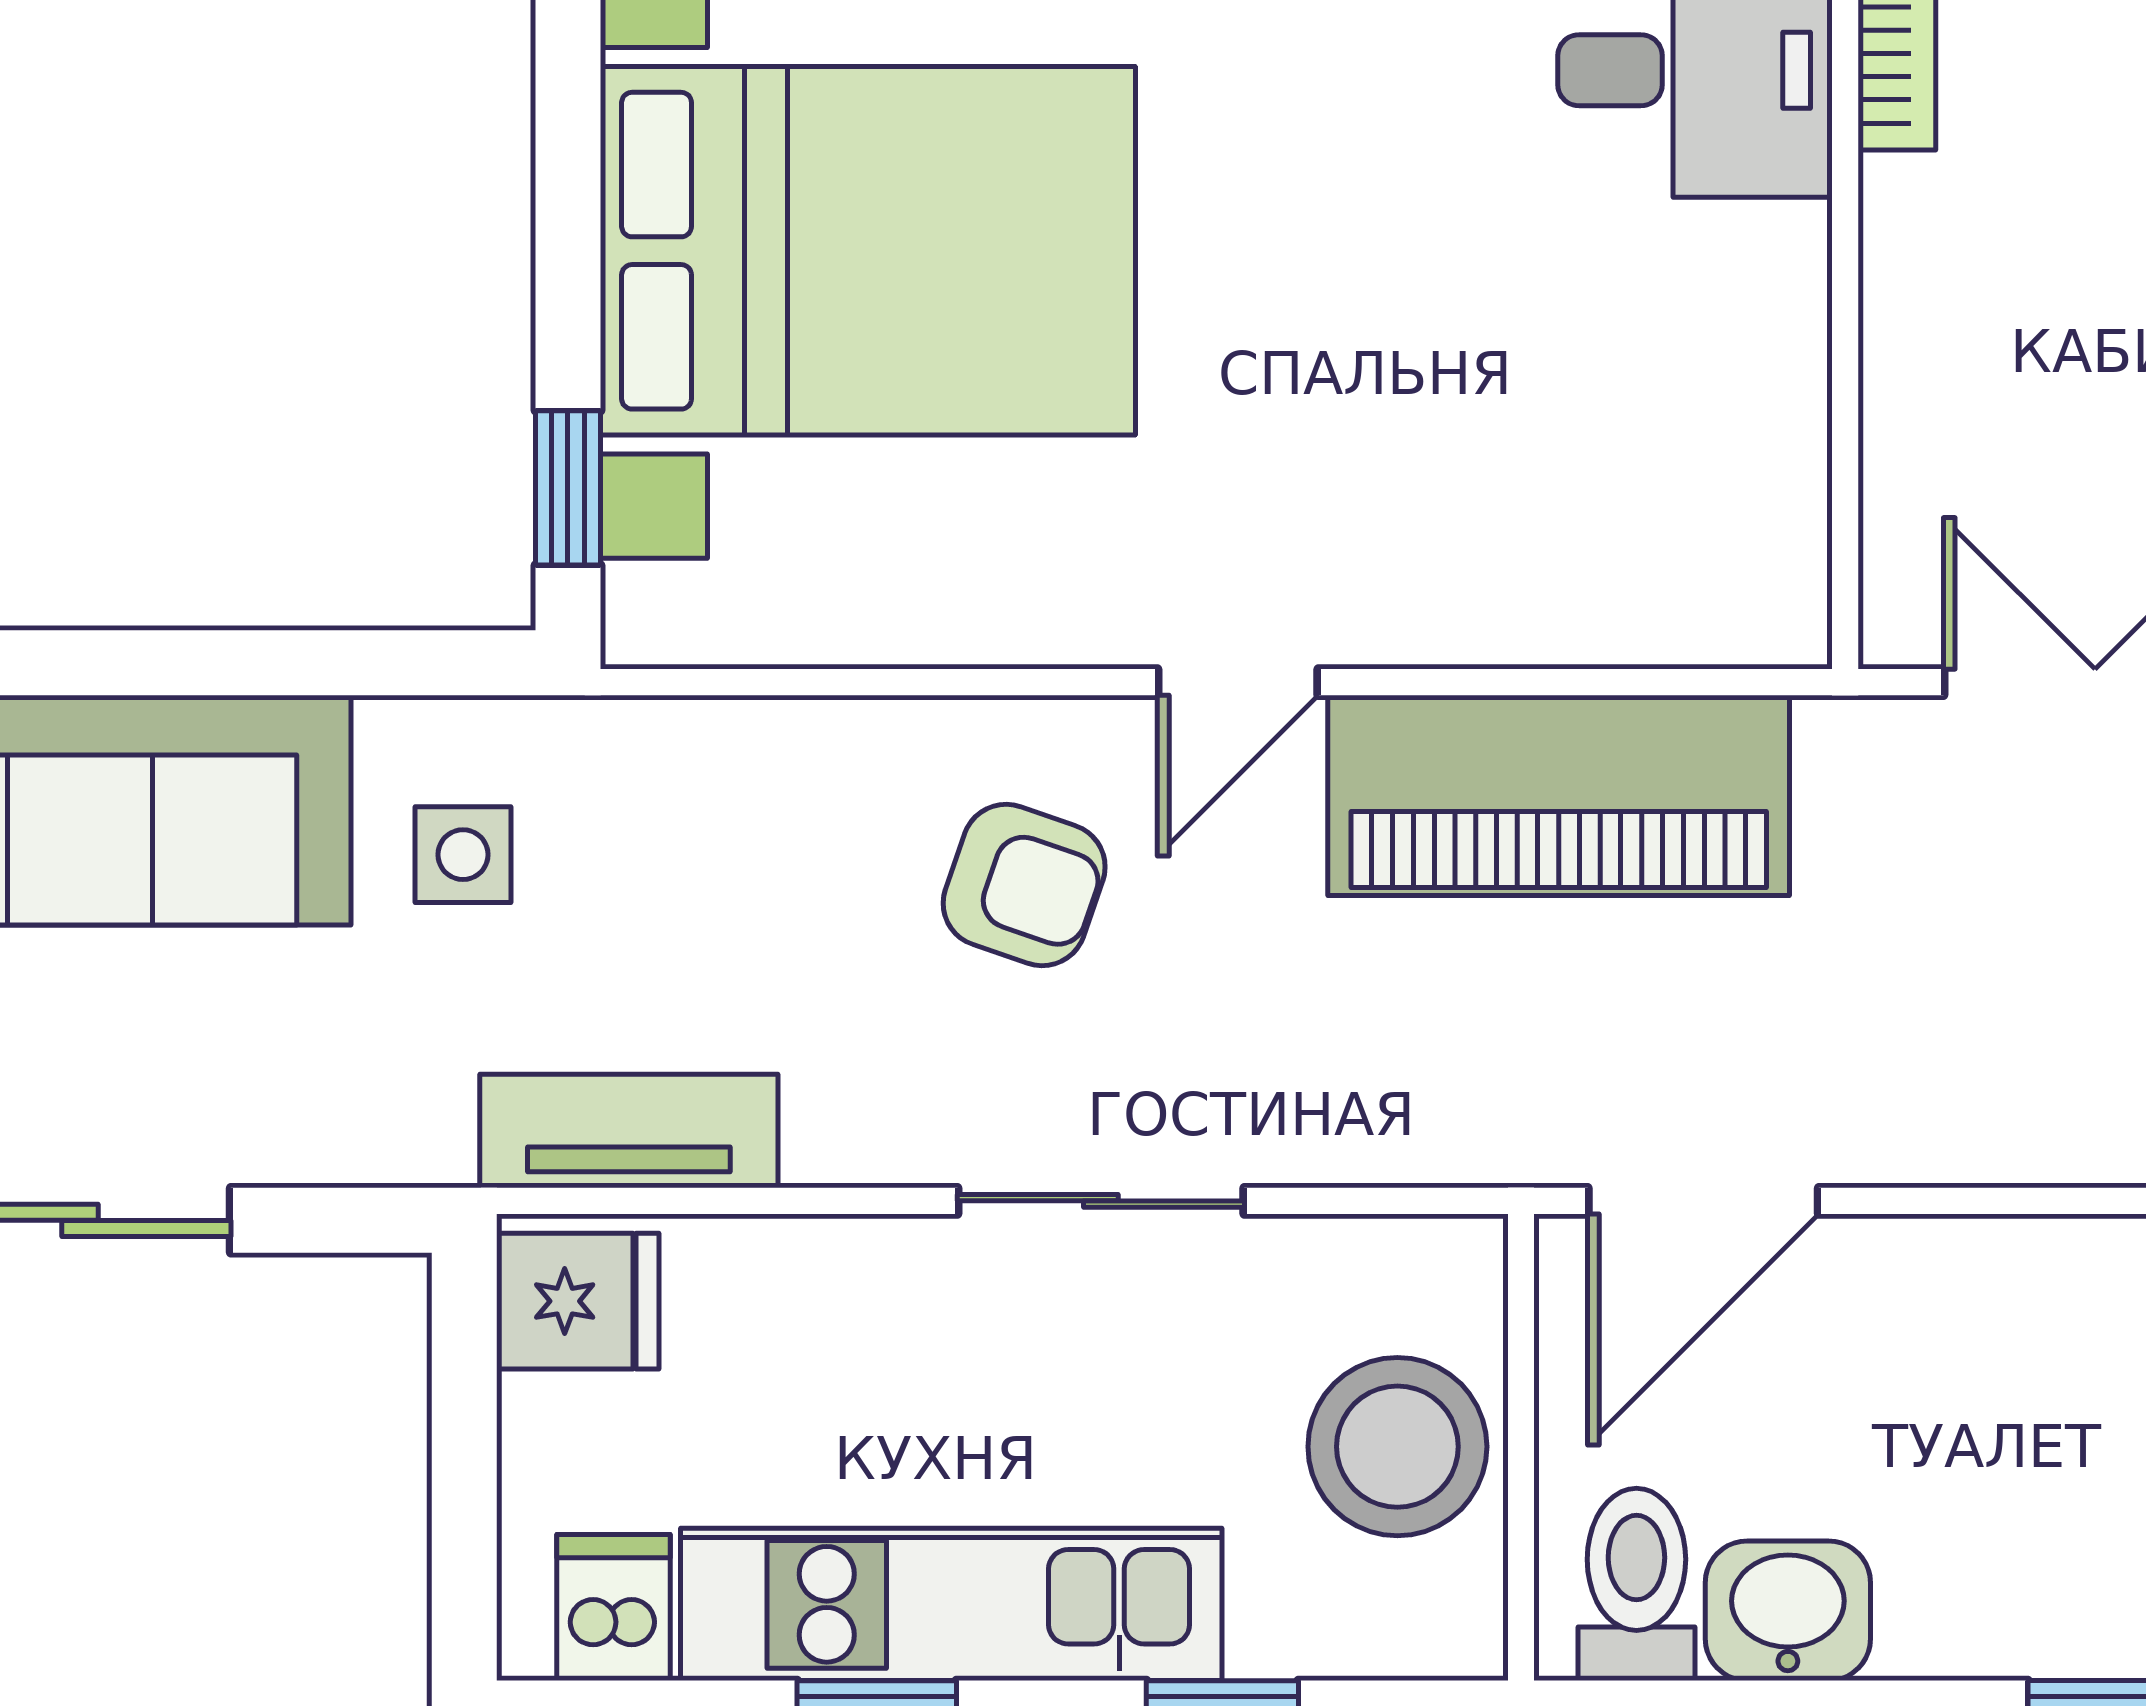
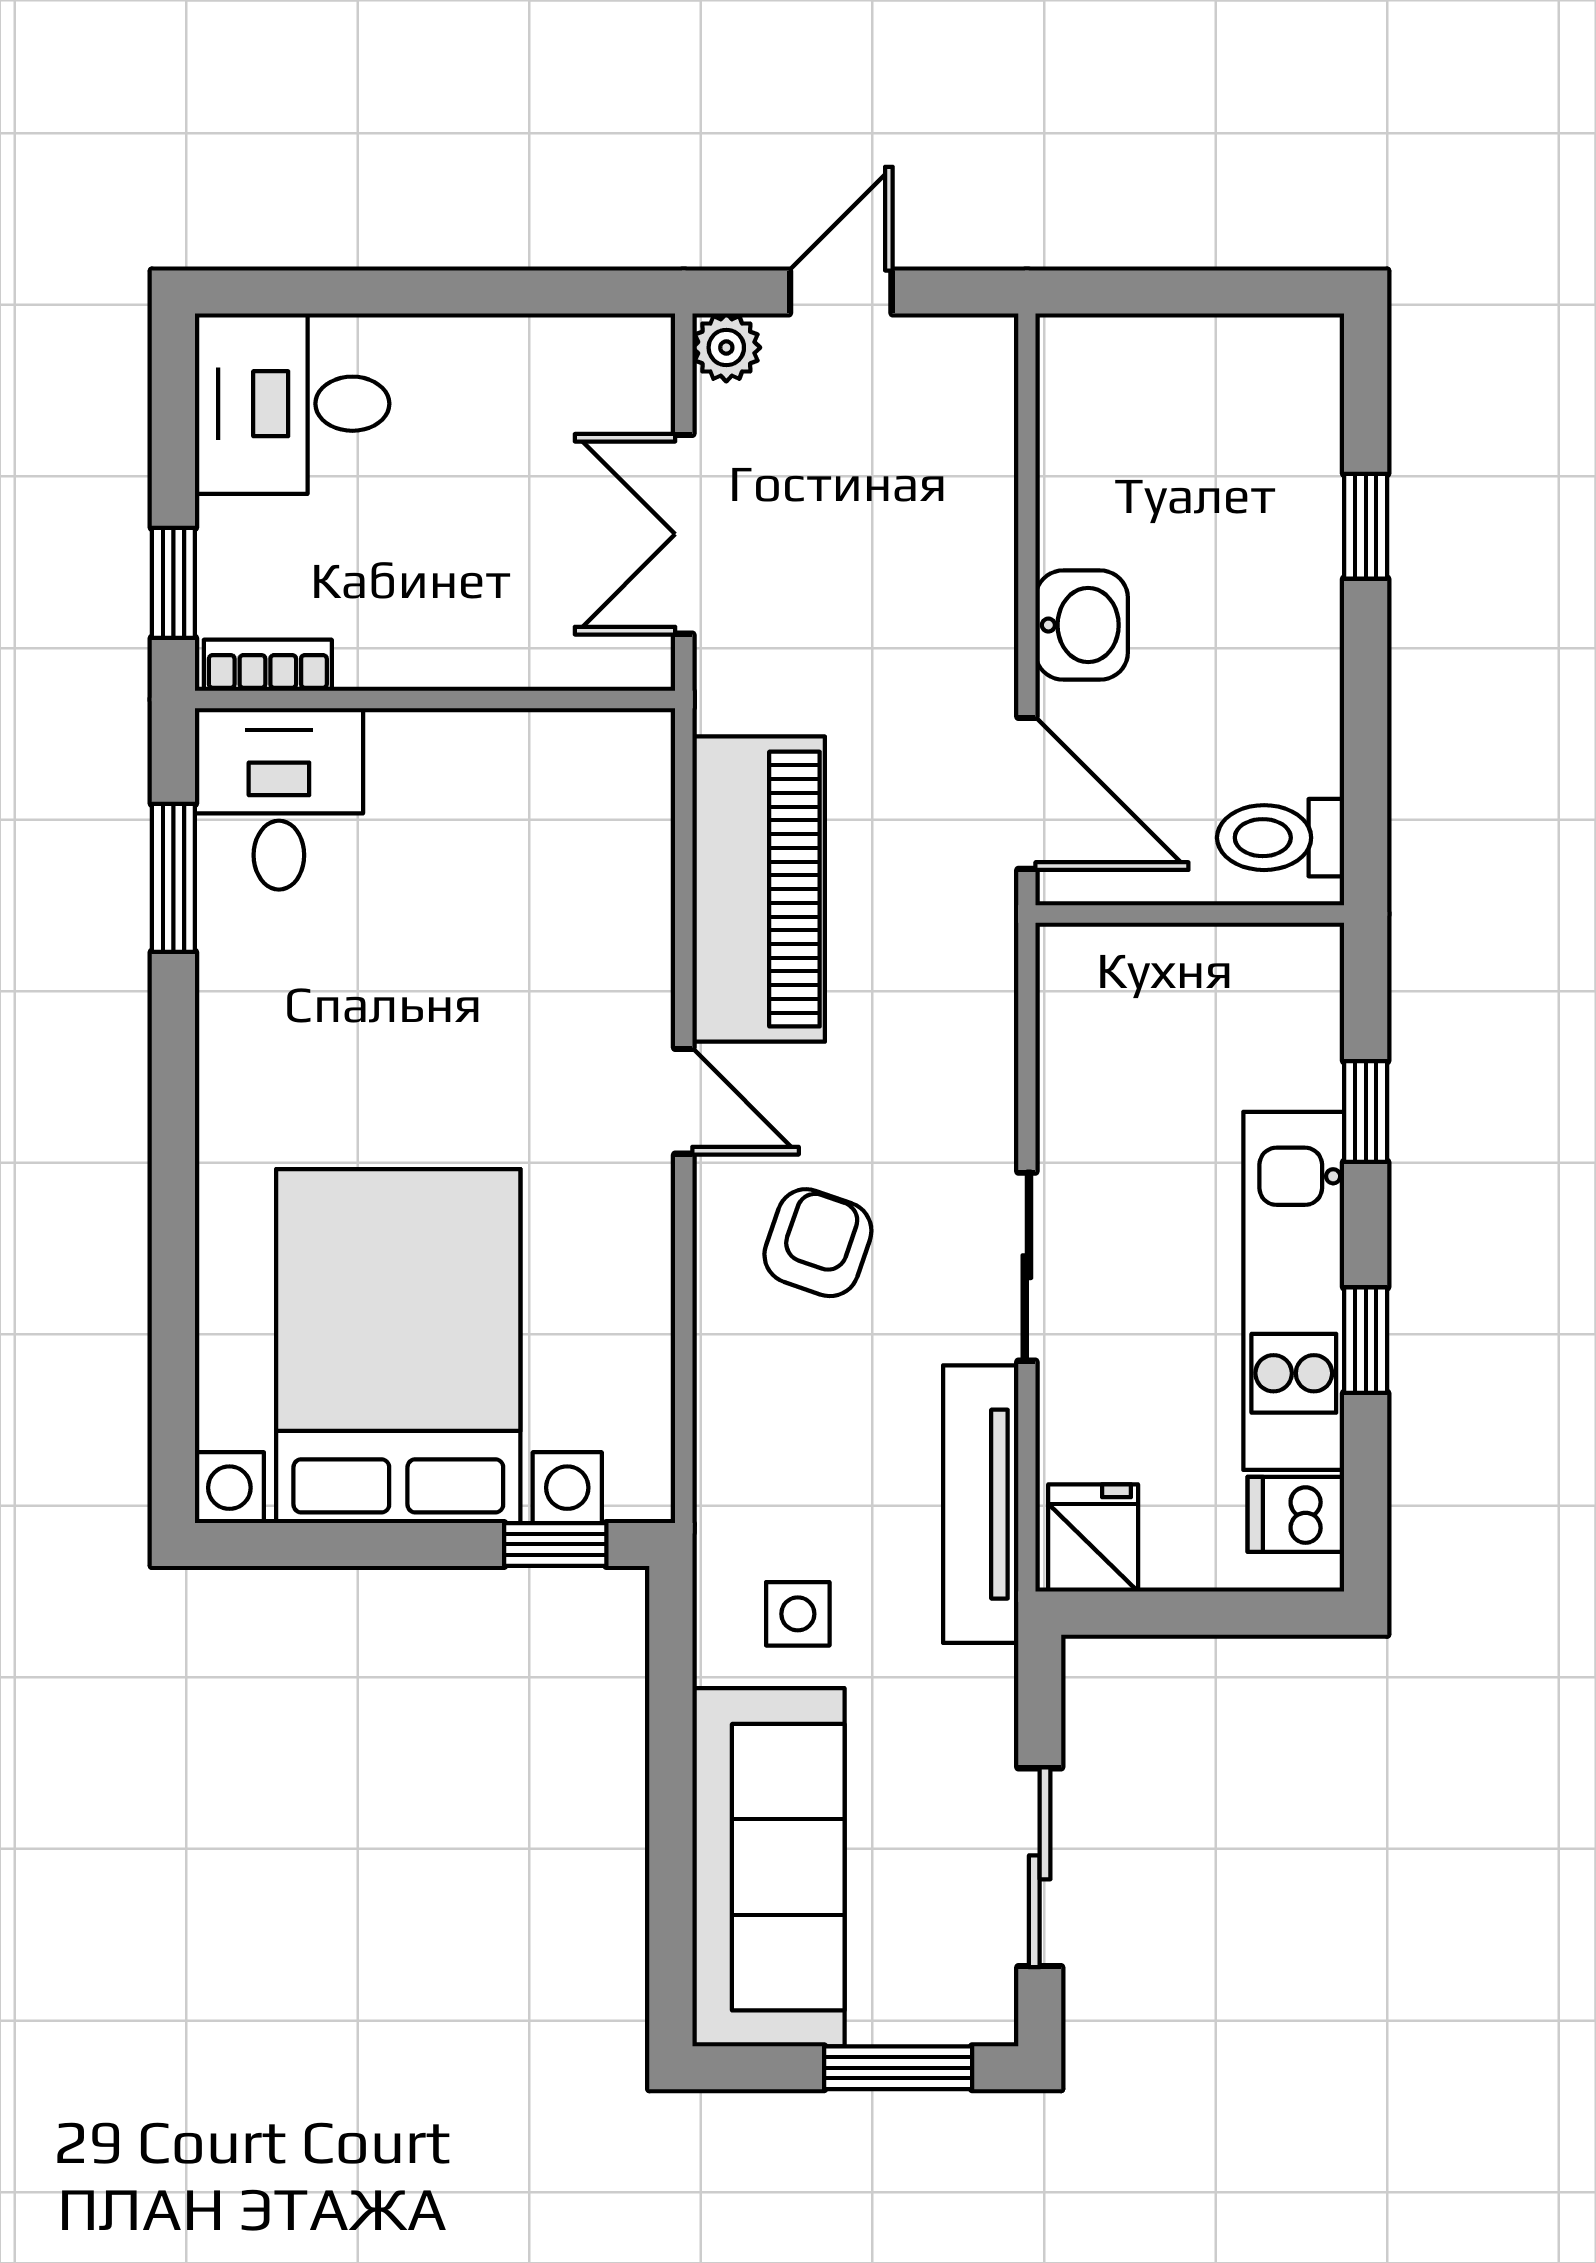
tv unit: (629, 1131) -> (981, 1504), width x1.41
sliding door: (1101, 1201) -> (1027, 1267), moved
stool: (1397, 1447) -> (1189, 996), removed
washbasin: (1788, 1611) -> (1082, 625), moved, turned 180

